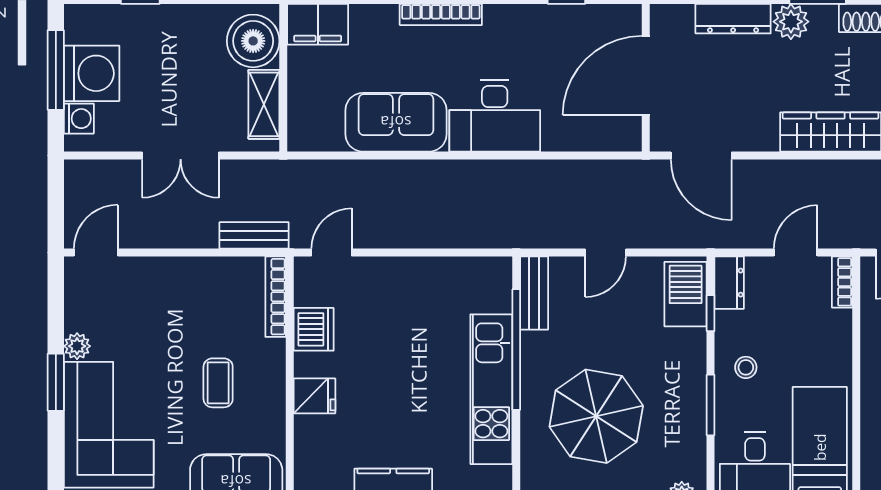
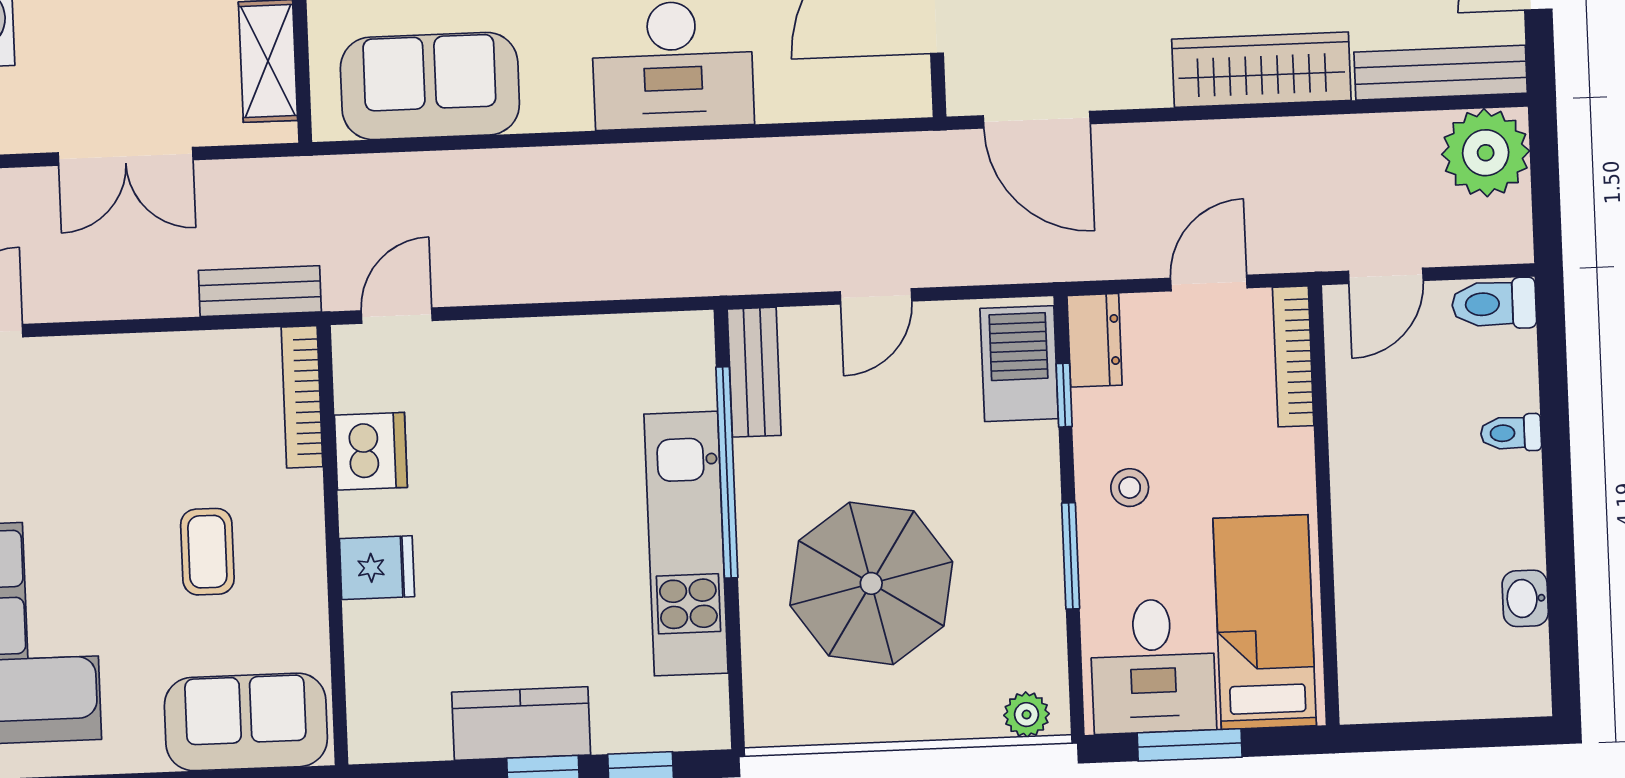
sofa: (396, 122) -> (430, 86), moved
bookcase: (842, 282) -> (1293, 356), width x1.56

